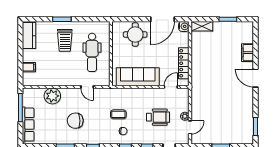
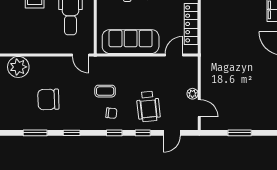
door: (87, 87) -> (81, 55), moved
wheelchair: (158, 117) -> (148, 106), moved, turned 84
door: (190, 127) -> (199, 108), hinge flipped

